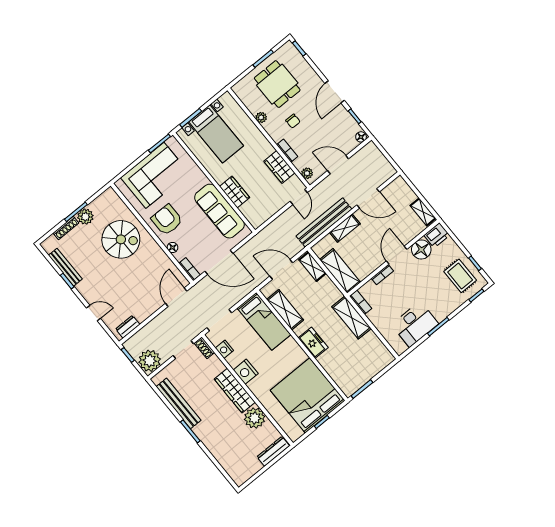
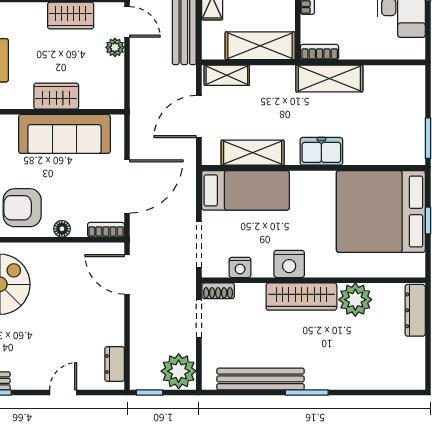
plant: (282, 201) -> (115, 47), added

